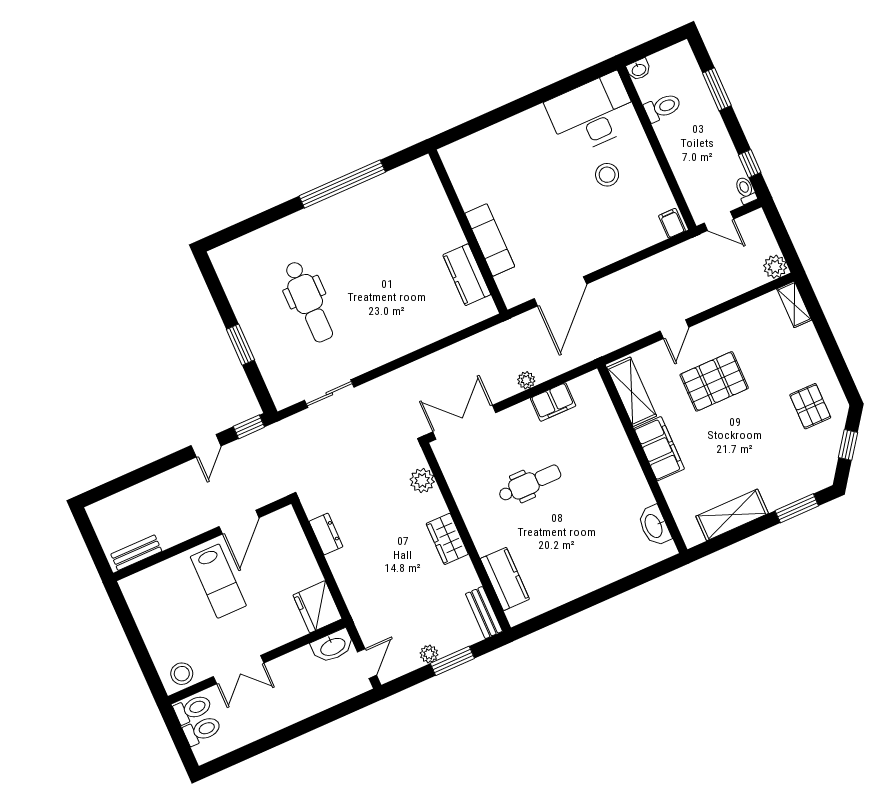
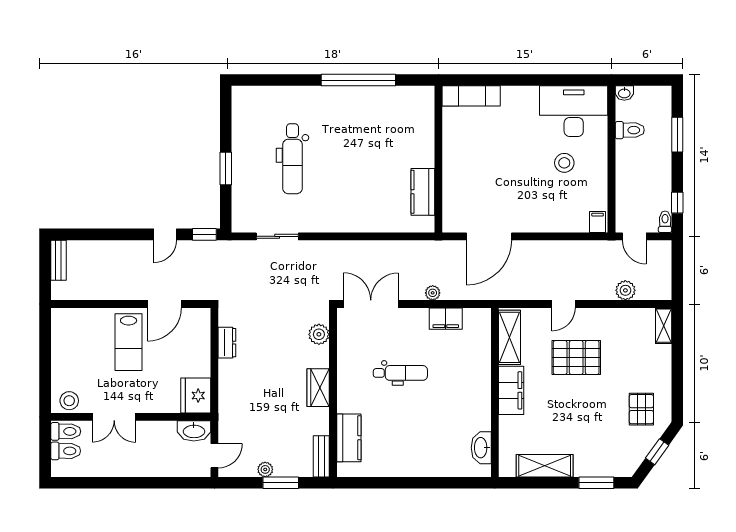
exam couch: (490, 240) -> (471, 96), moved, turned 90
plant: (775, 267) -> (625, 290), moved
bench: (136, 553) -> (58, 260), moved, turned 90

